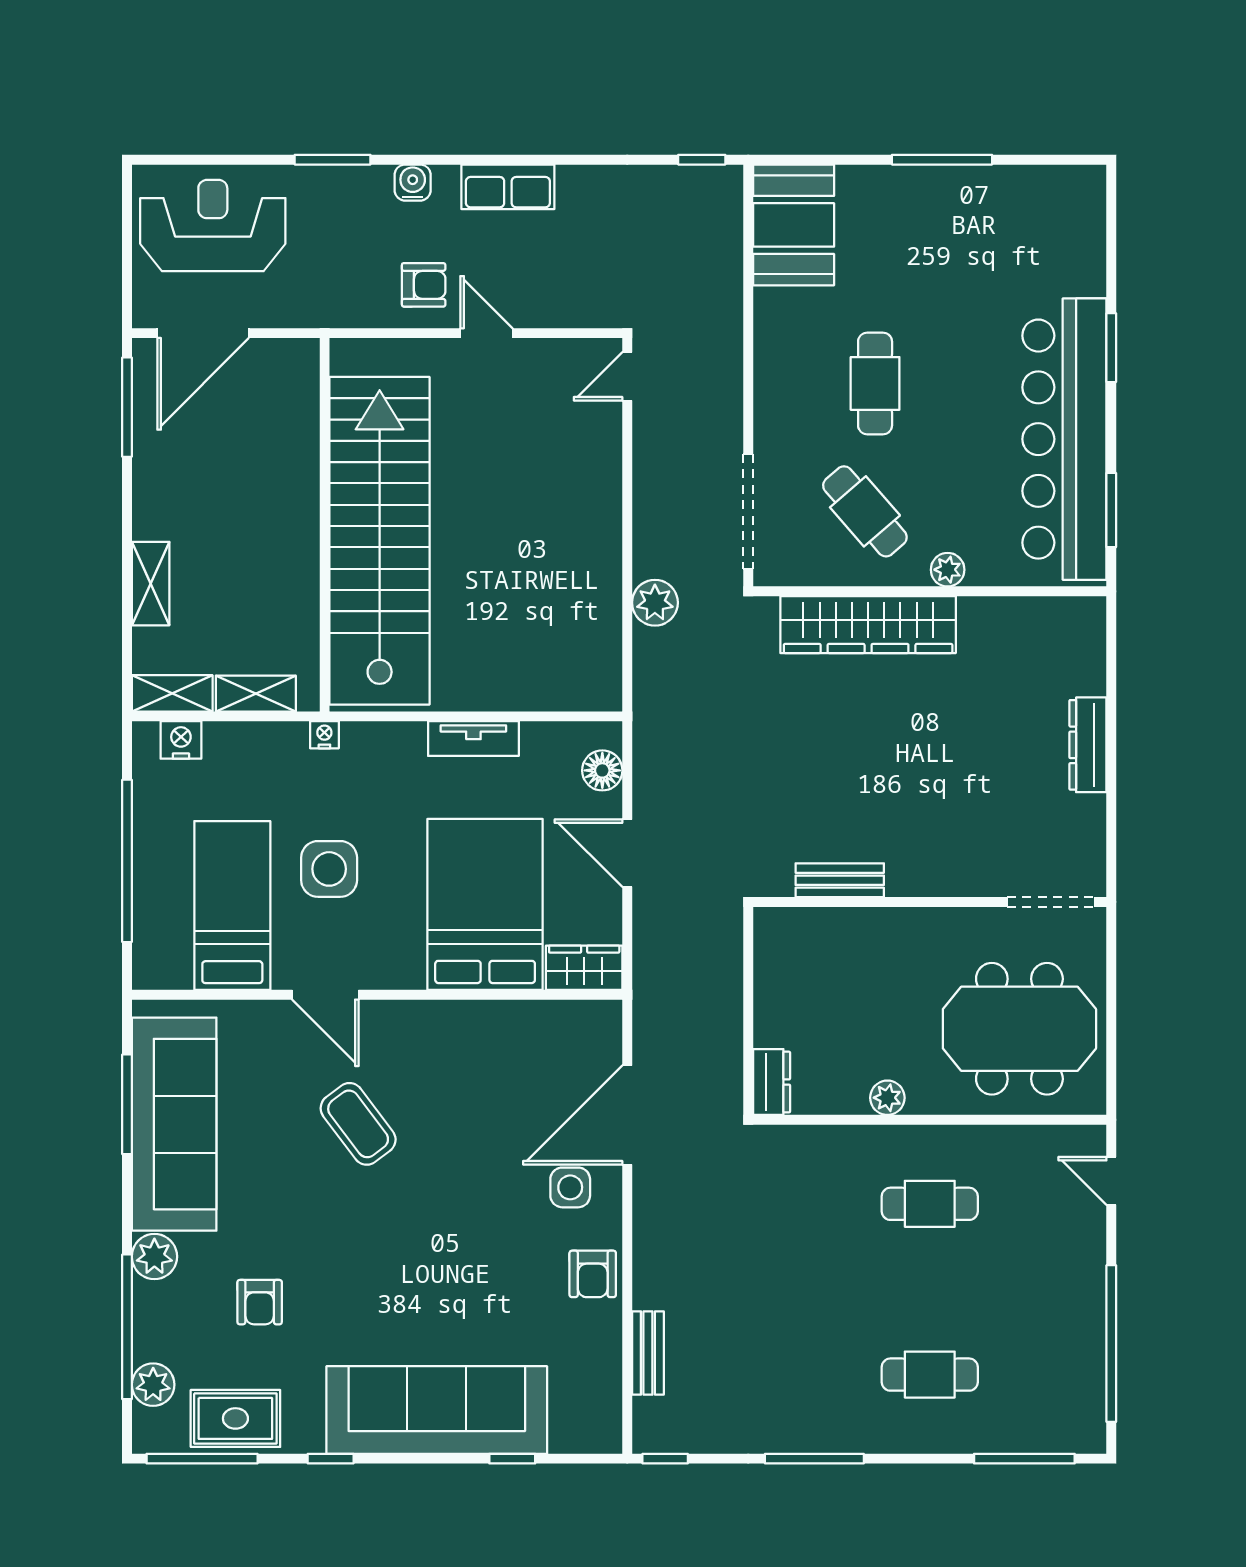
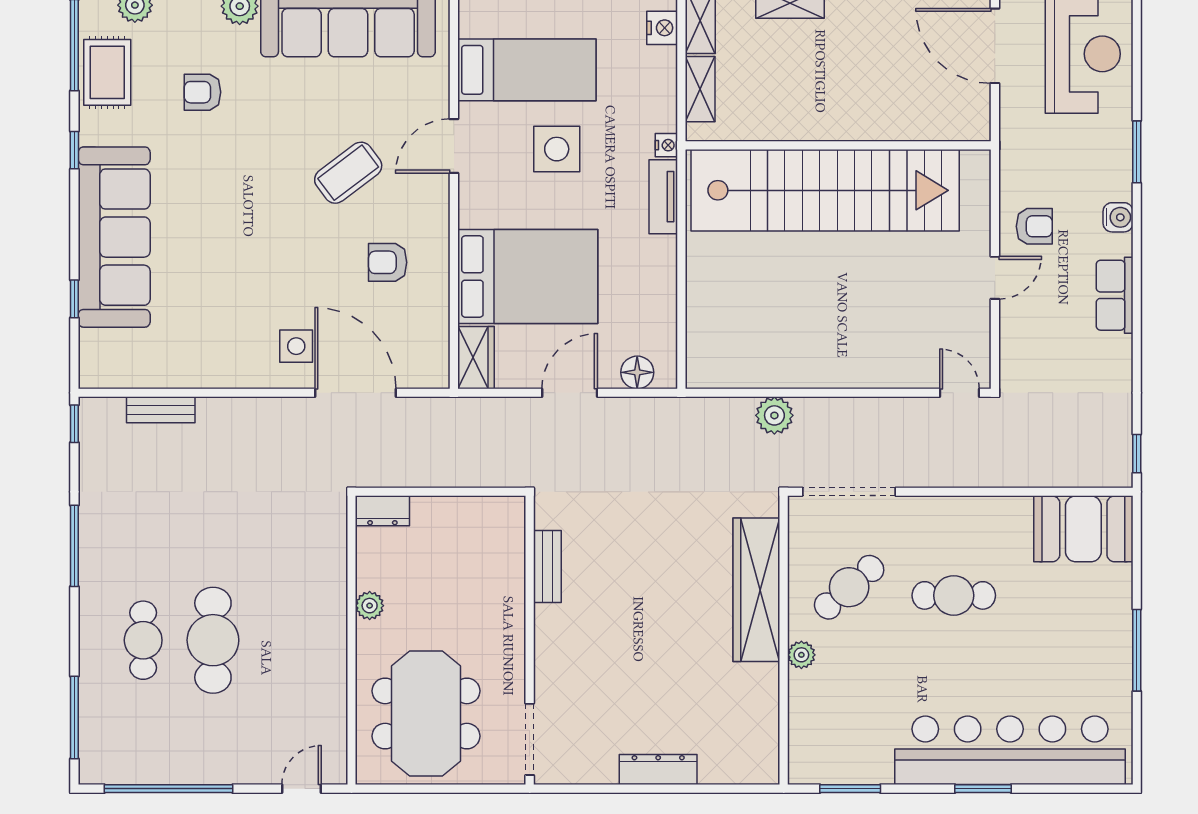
armchair: (424, 285) -> (1034, 226), turned -90
bar counter: (1064, 439) -> (1010, 750), moved
tv unit: (473, 739) -> (663, 197), moved
cafe table: (930, 1204) -> (213, 640), moved, width x1.37, depth x1.35
armchair: (593, 1274) -> (388, 262), moved

